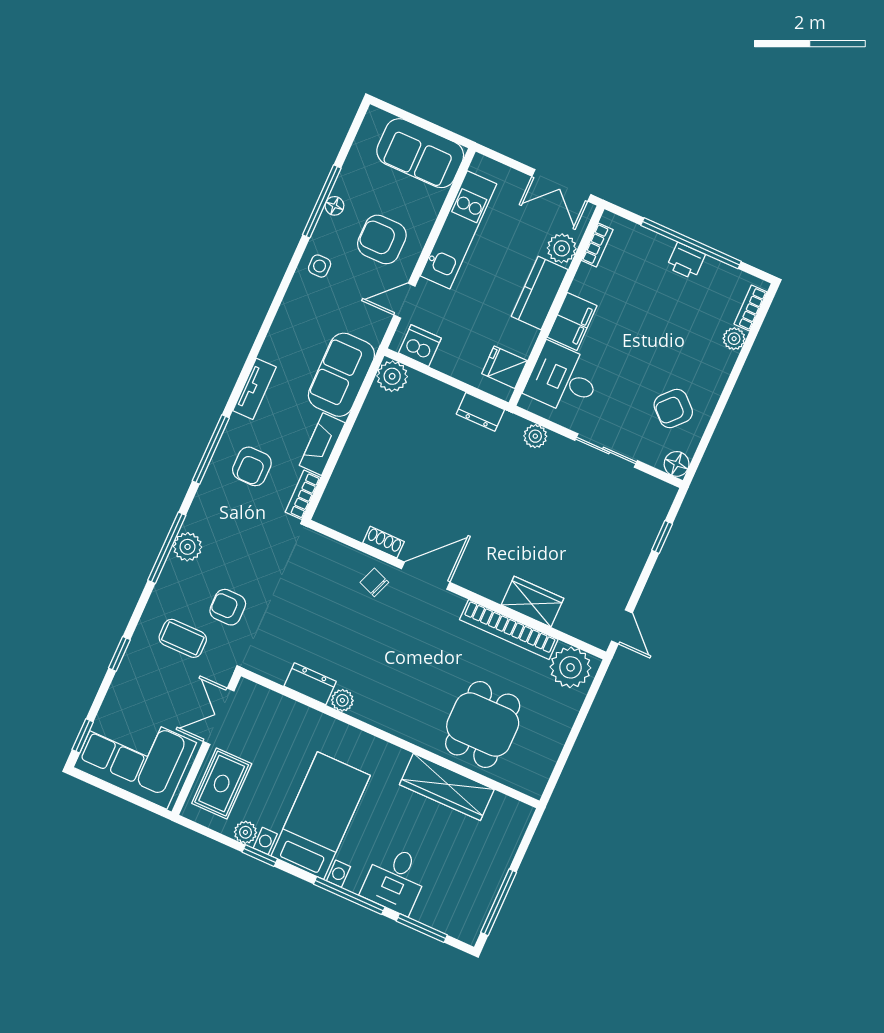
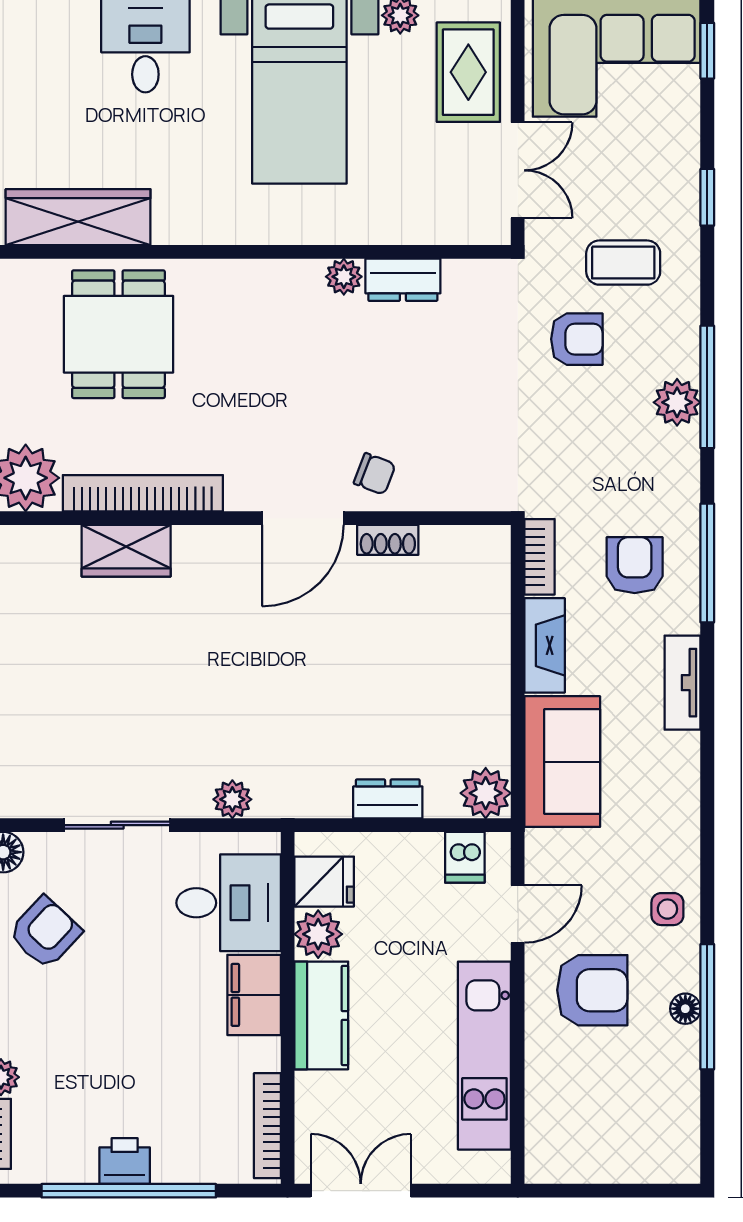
sofa: (420, 153) -> (593, 1144), removed
bookcase: (597, 245) -> (267, 1126), width x1.56
plant: (562, 248) -> (318, 934), moved
dishwasher: (420, 346) -> (465, 857), width x0.73
dresser: (480, 412) -> (388, 799), moved
wardrobe: (447, 787) -> (78, 217), moved

